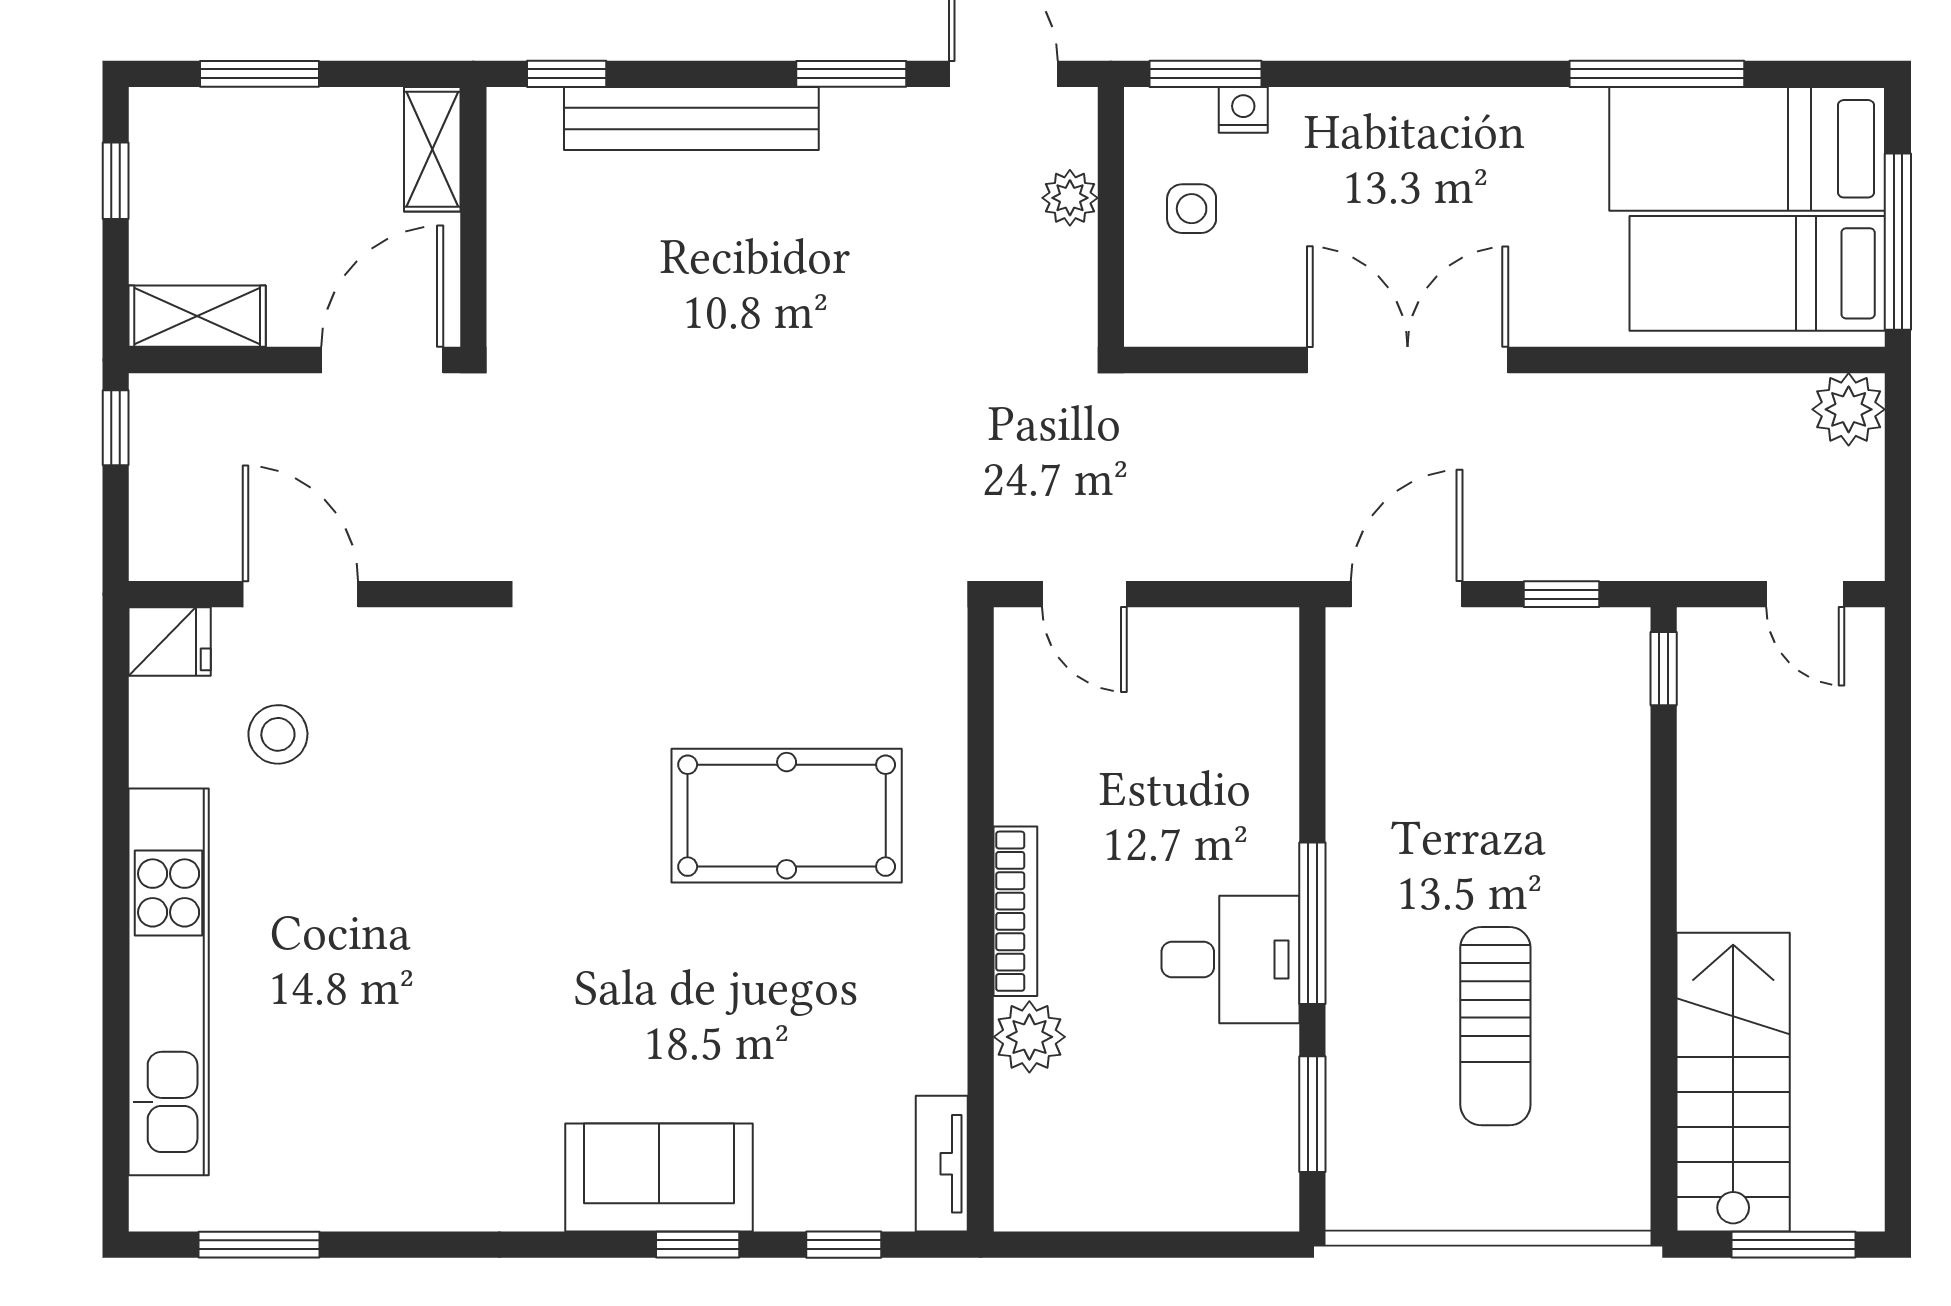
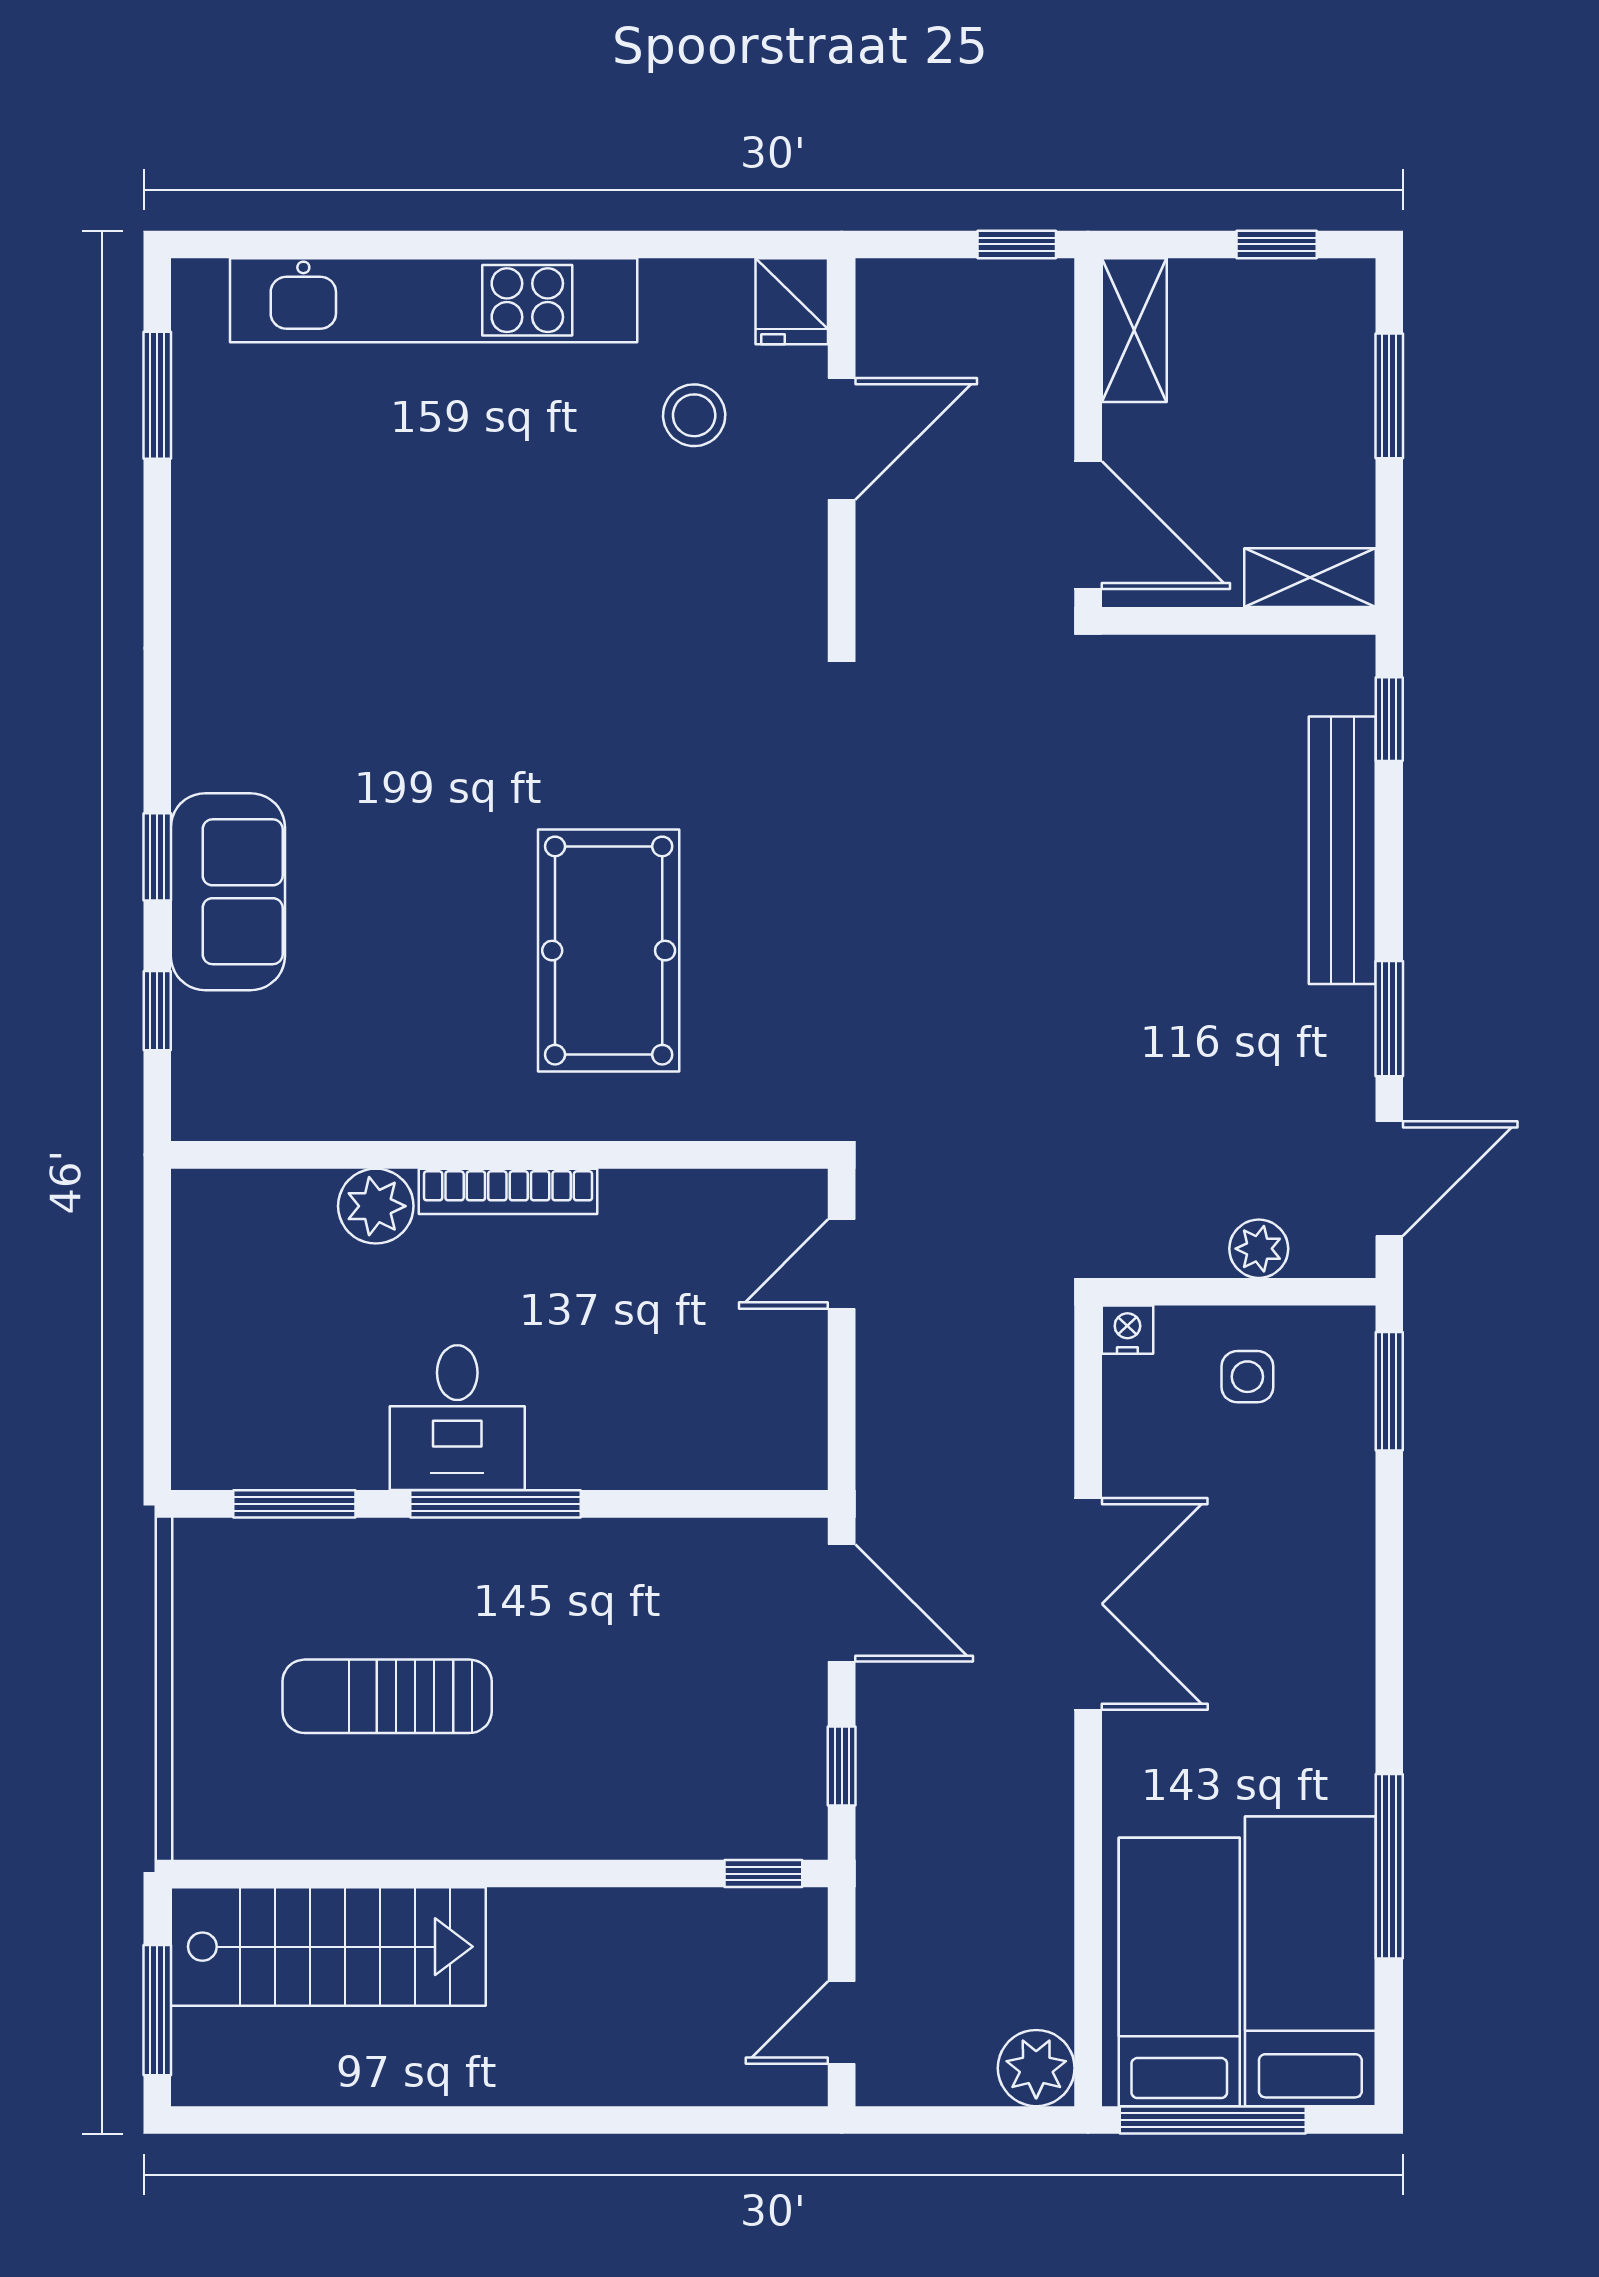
nightstand: (1243, 110) -> (1127, 1330), moved, turned -90
tv unit: (942, 1164) -> (242, 1114), removed
sofa: (659, 1177) -> (228, 892), moved

